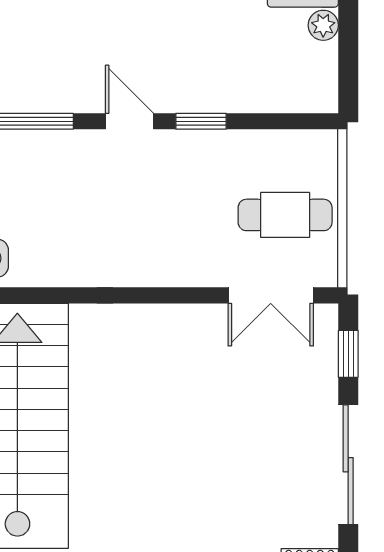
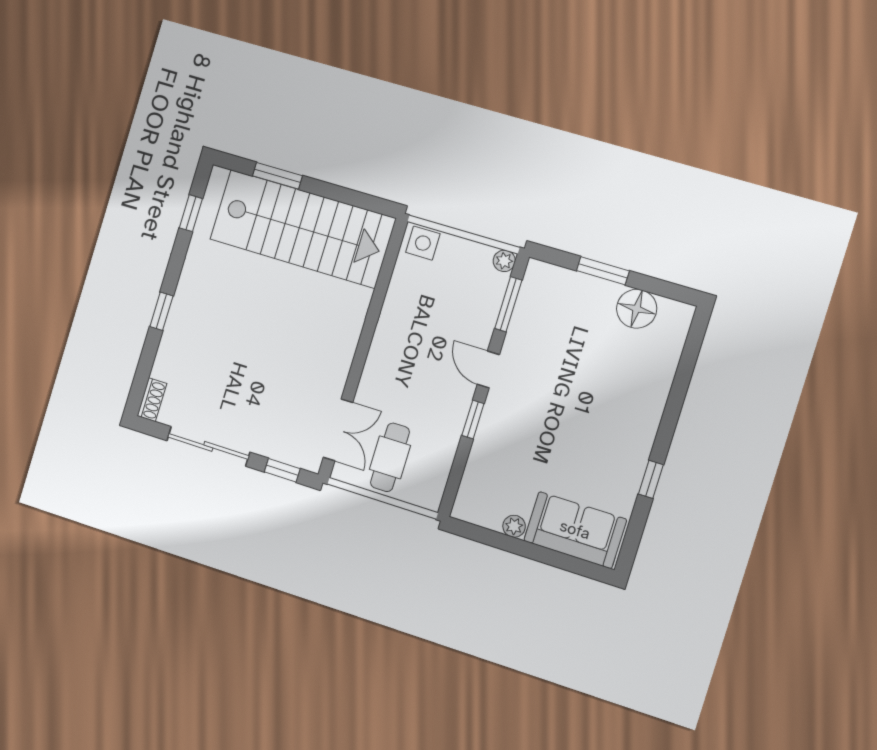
door: (129, 121) -> (488, 369), swing flipped
double door: (271, 295) -> (338, 430), swing flipped

